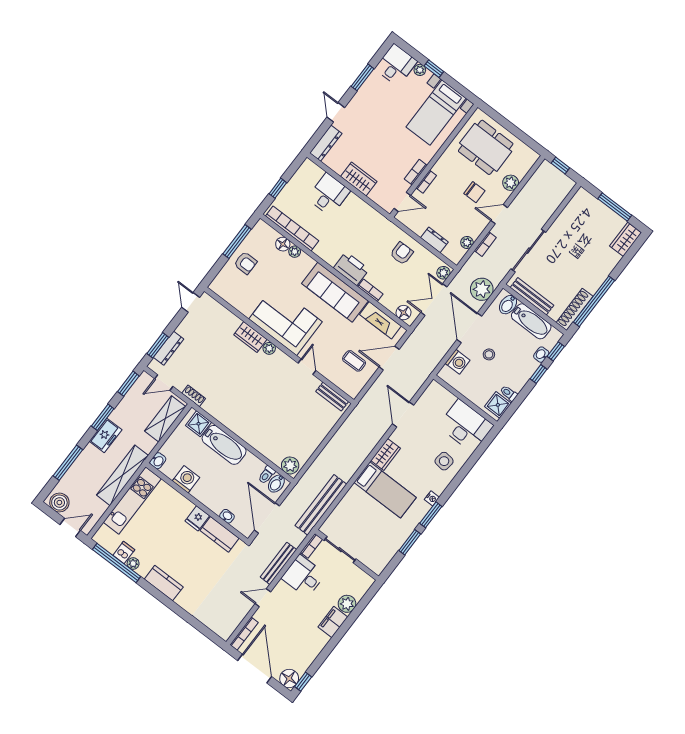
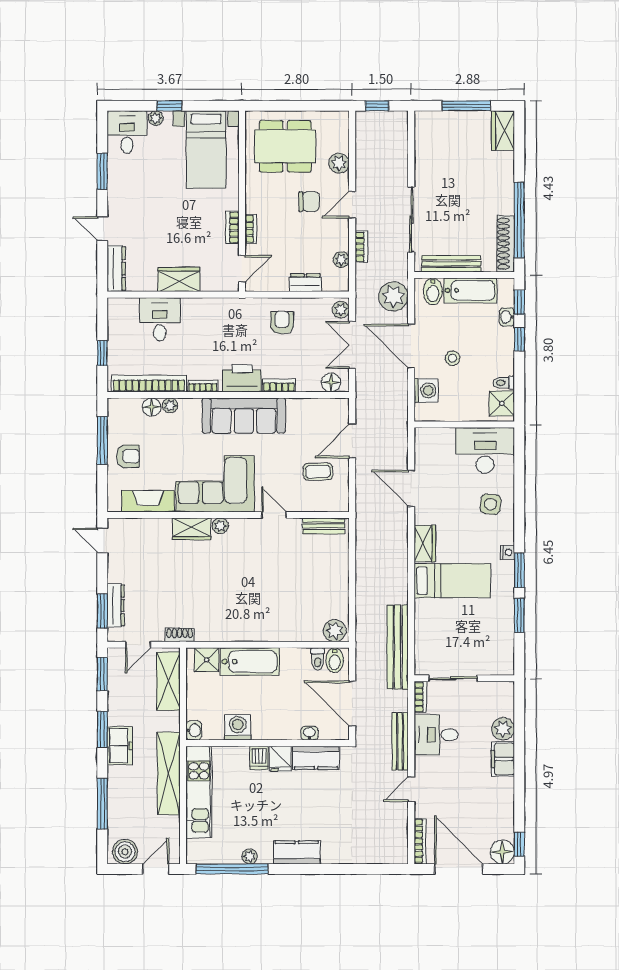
bookcase: (324, 255) -> (203, 386), added
fireplace: (380, 320) -> (148, 501), moved, turned 180
dishwasher: (124, 552) -> (259, 758), moved, turned 180

